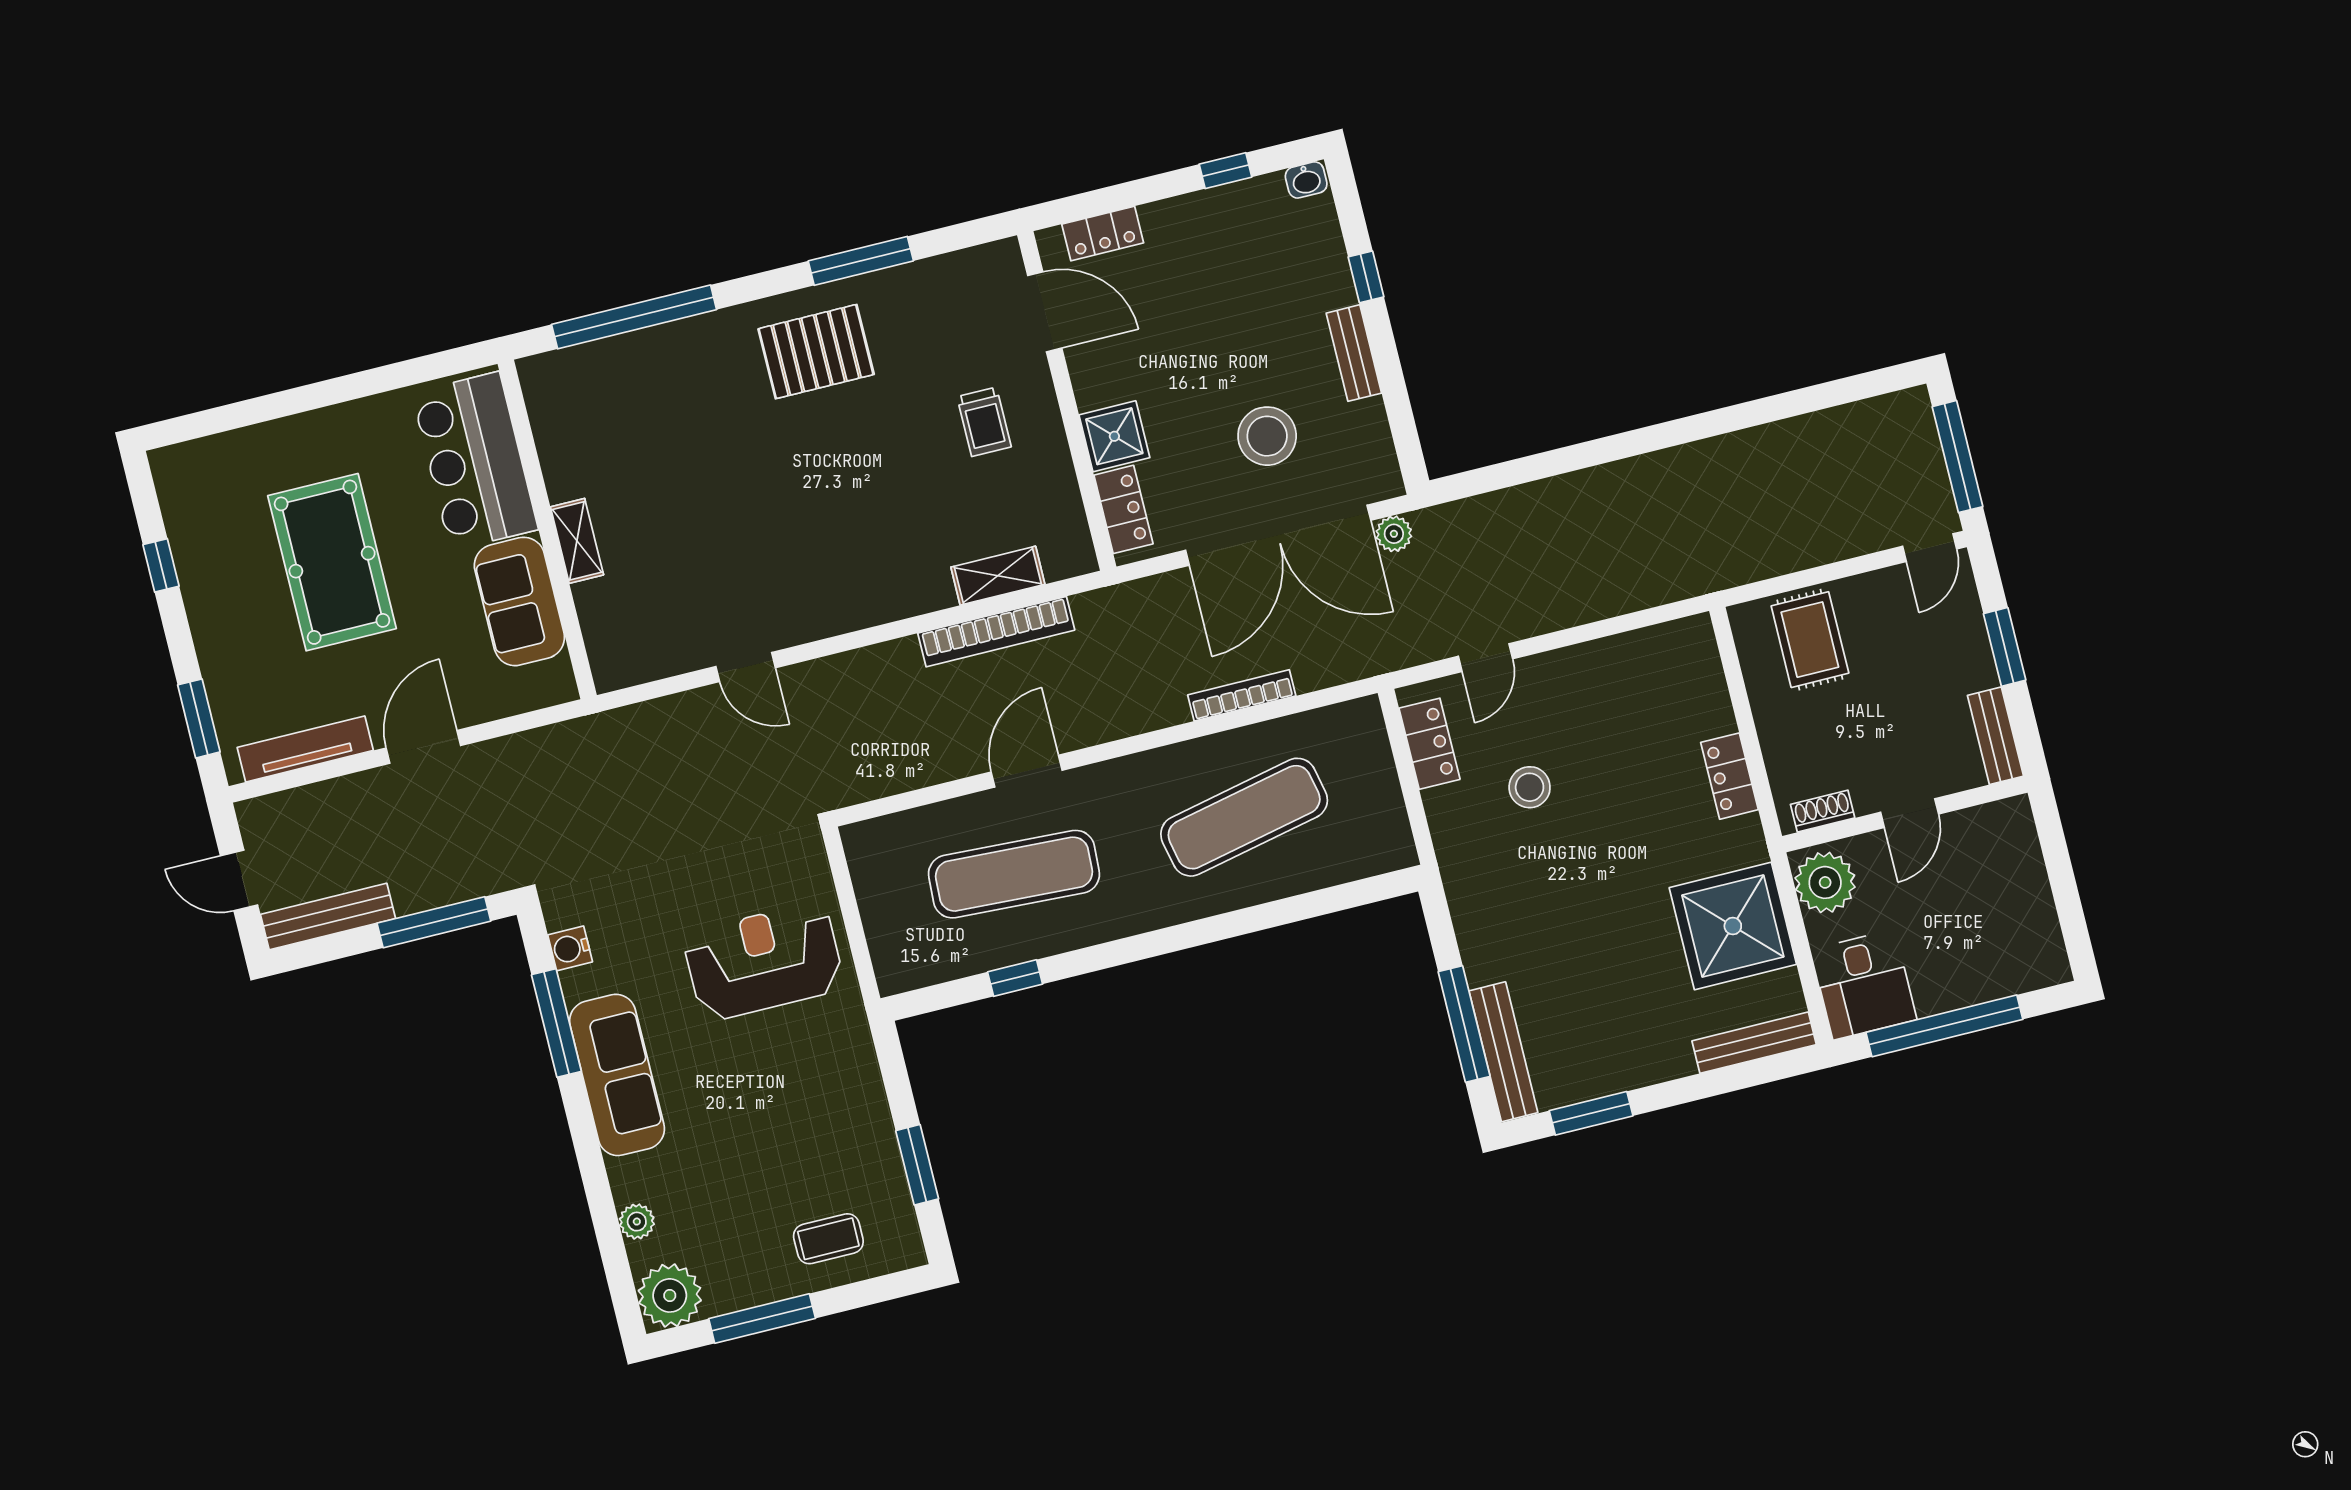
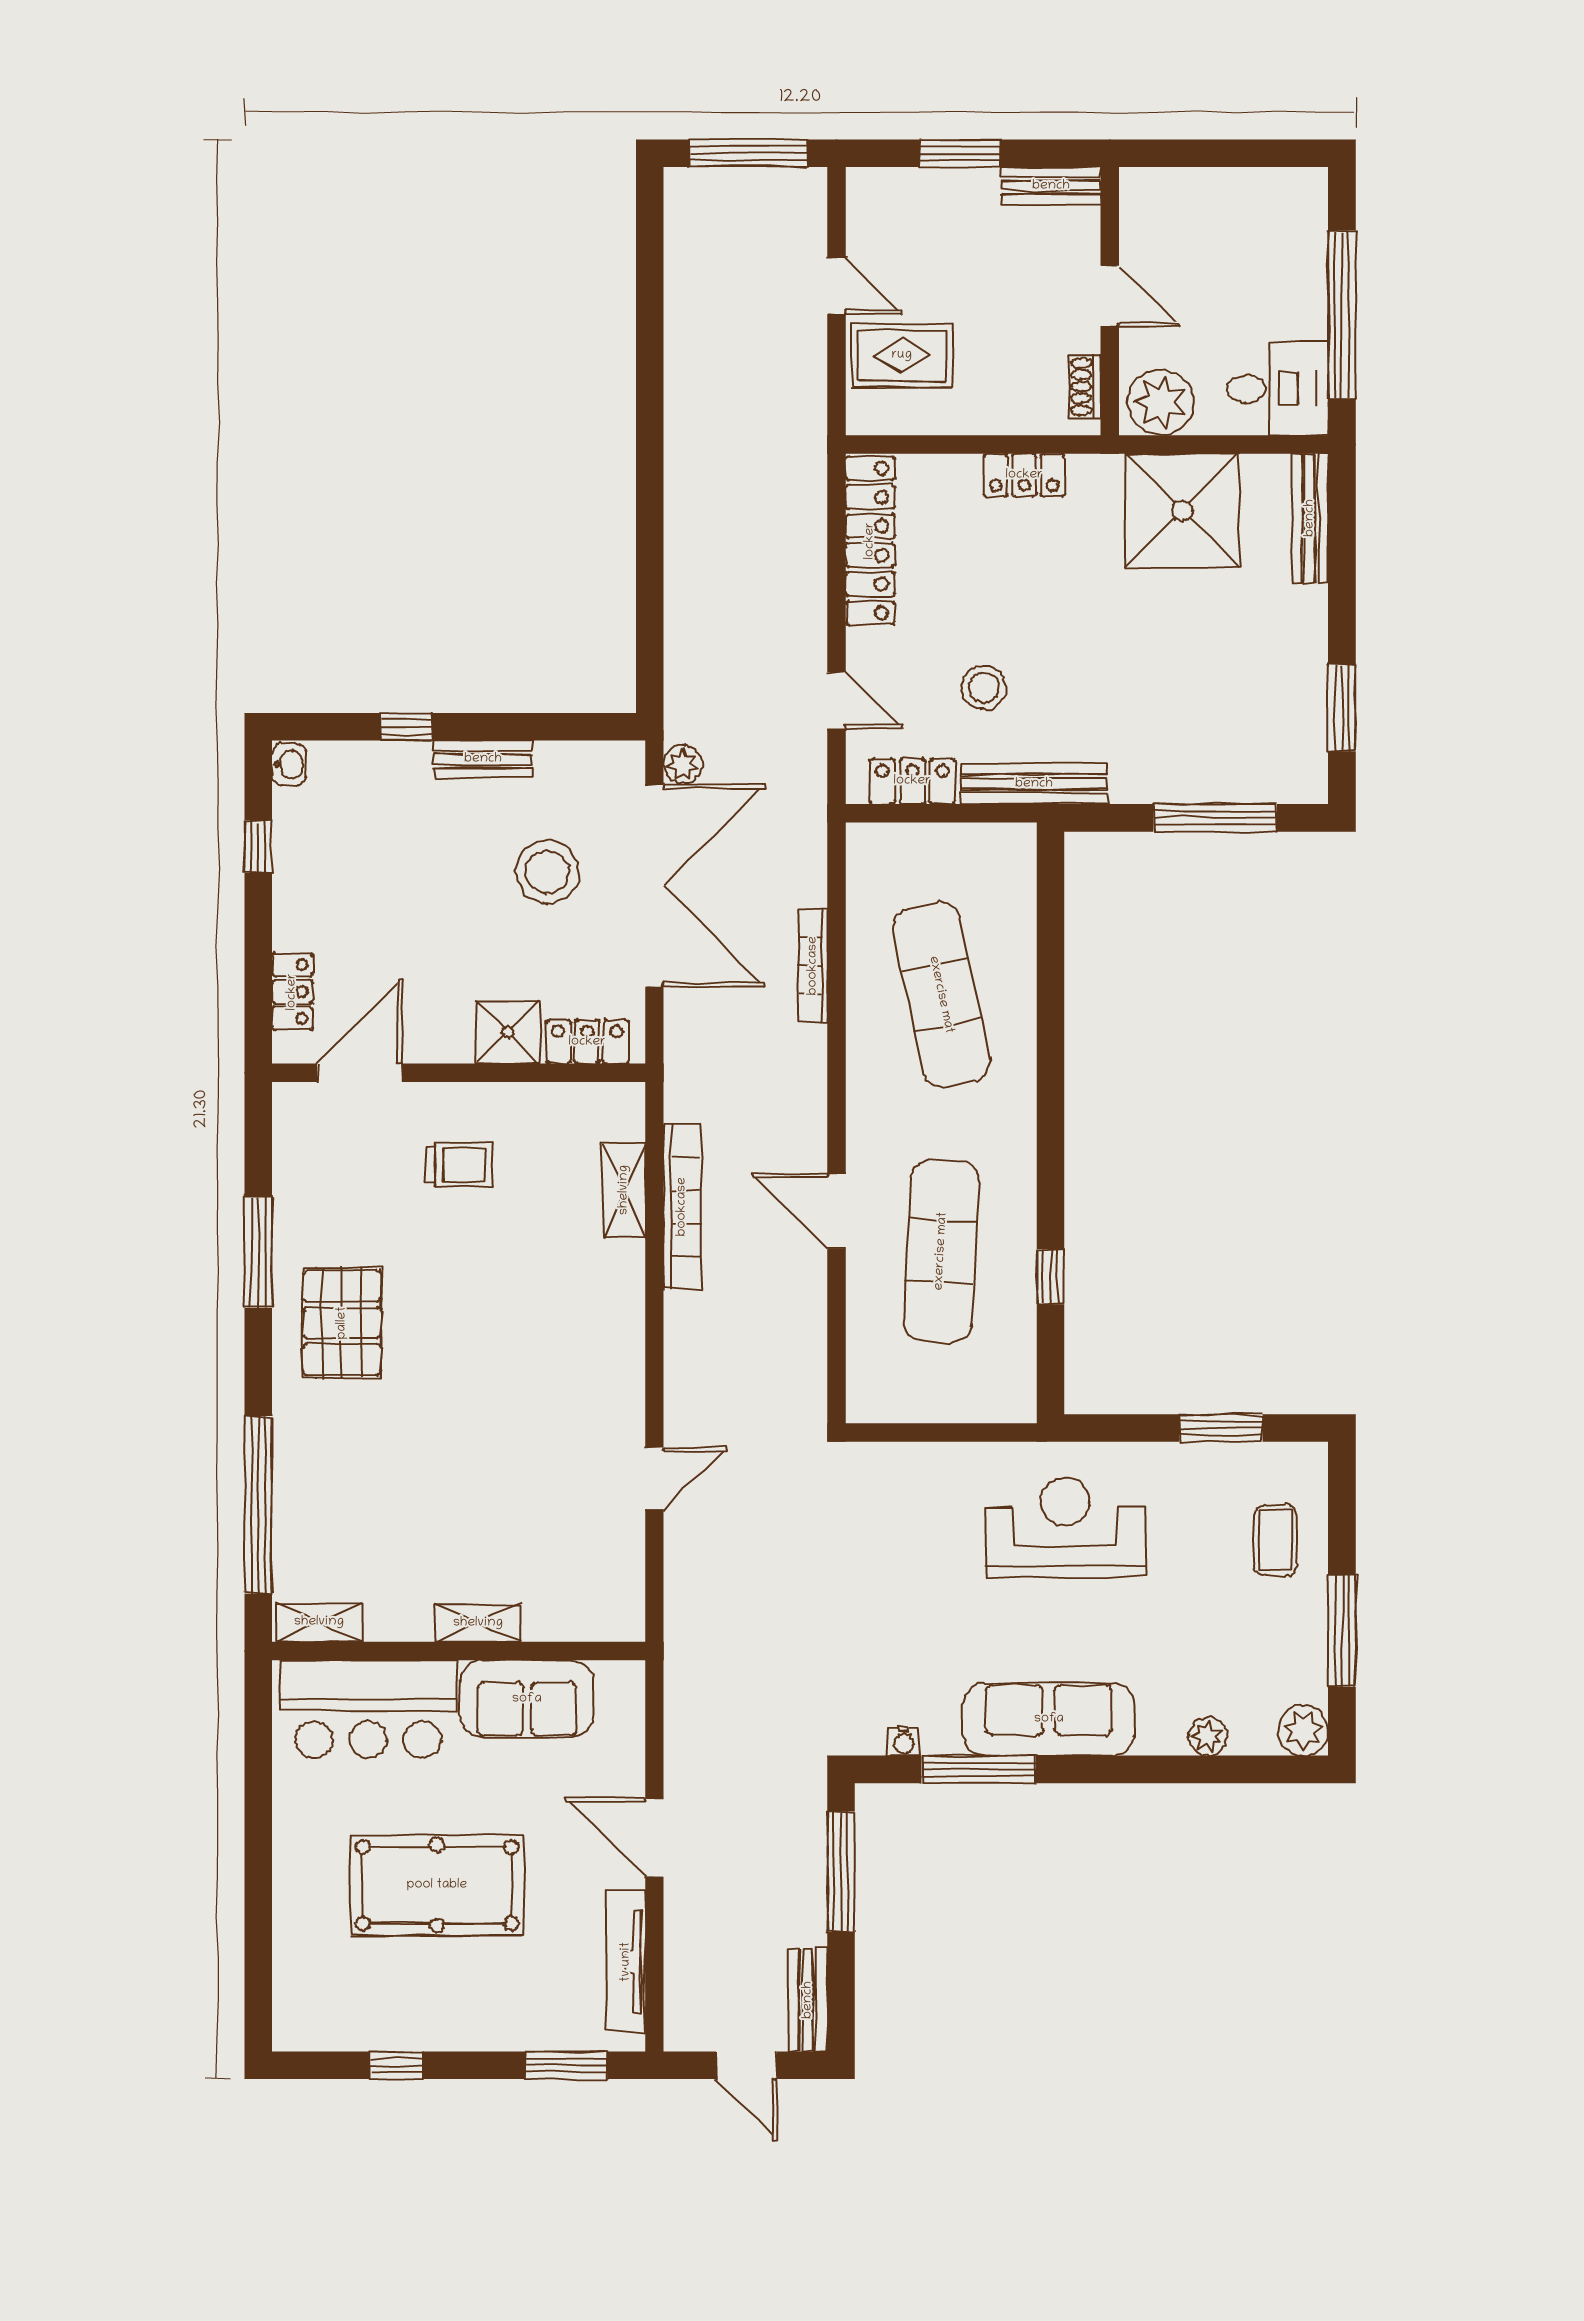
shelving: (542, 398) -> (319, 1622), added
door: (1930, 548) -> (837, 286), moved
locker: (1636, 652) -> (870, 541), added
door: (239, 880) -> (747, 2065), hinge flipped
bench: (328, 917) -> (808, 2000), width x0.73
water cooler: (570, 948) -> (904, 1741), width x0.72, depth x0.72
reception desk: (764, 961) -> (1065, 1527), moved, turned 90
bench: (1503, 1052) -> (1034, 784), moved
plant: (670, 1295) -> (1303, 1730), width x0.73, depth x0.73

